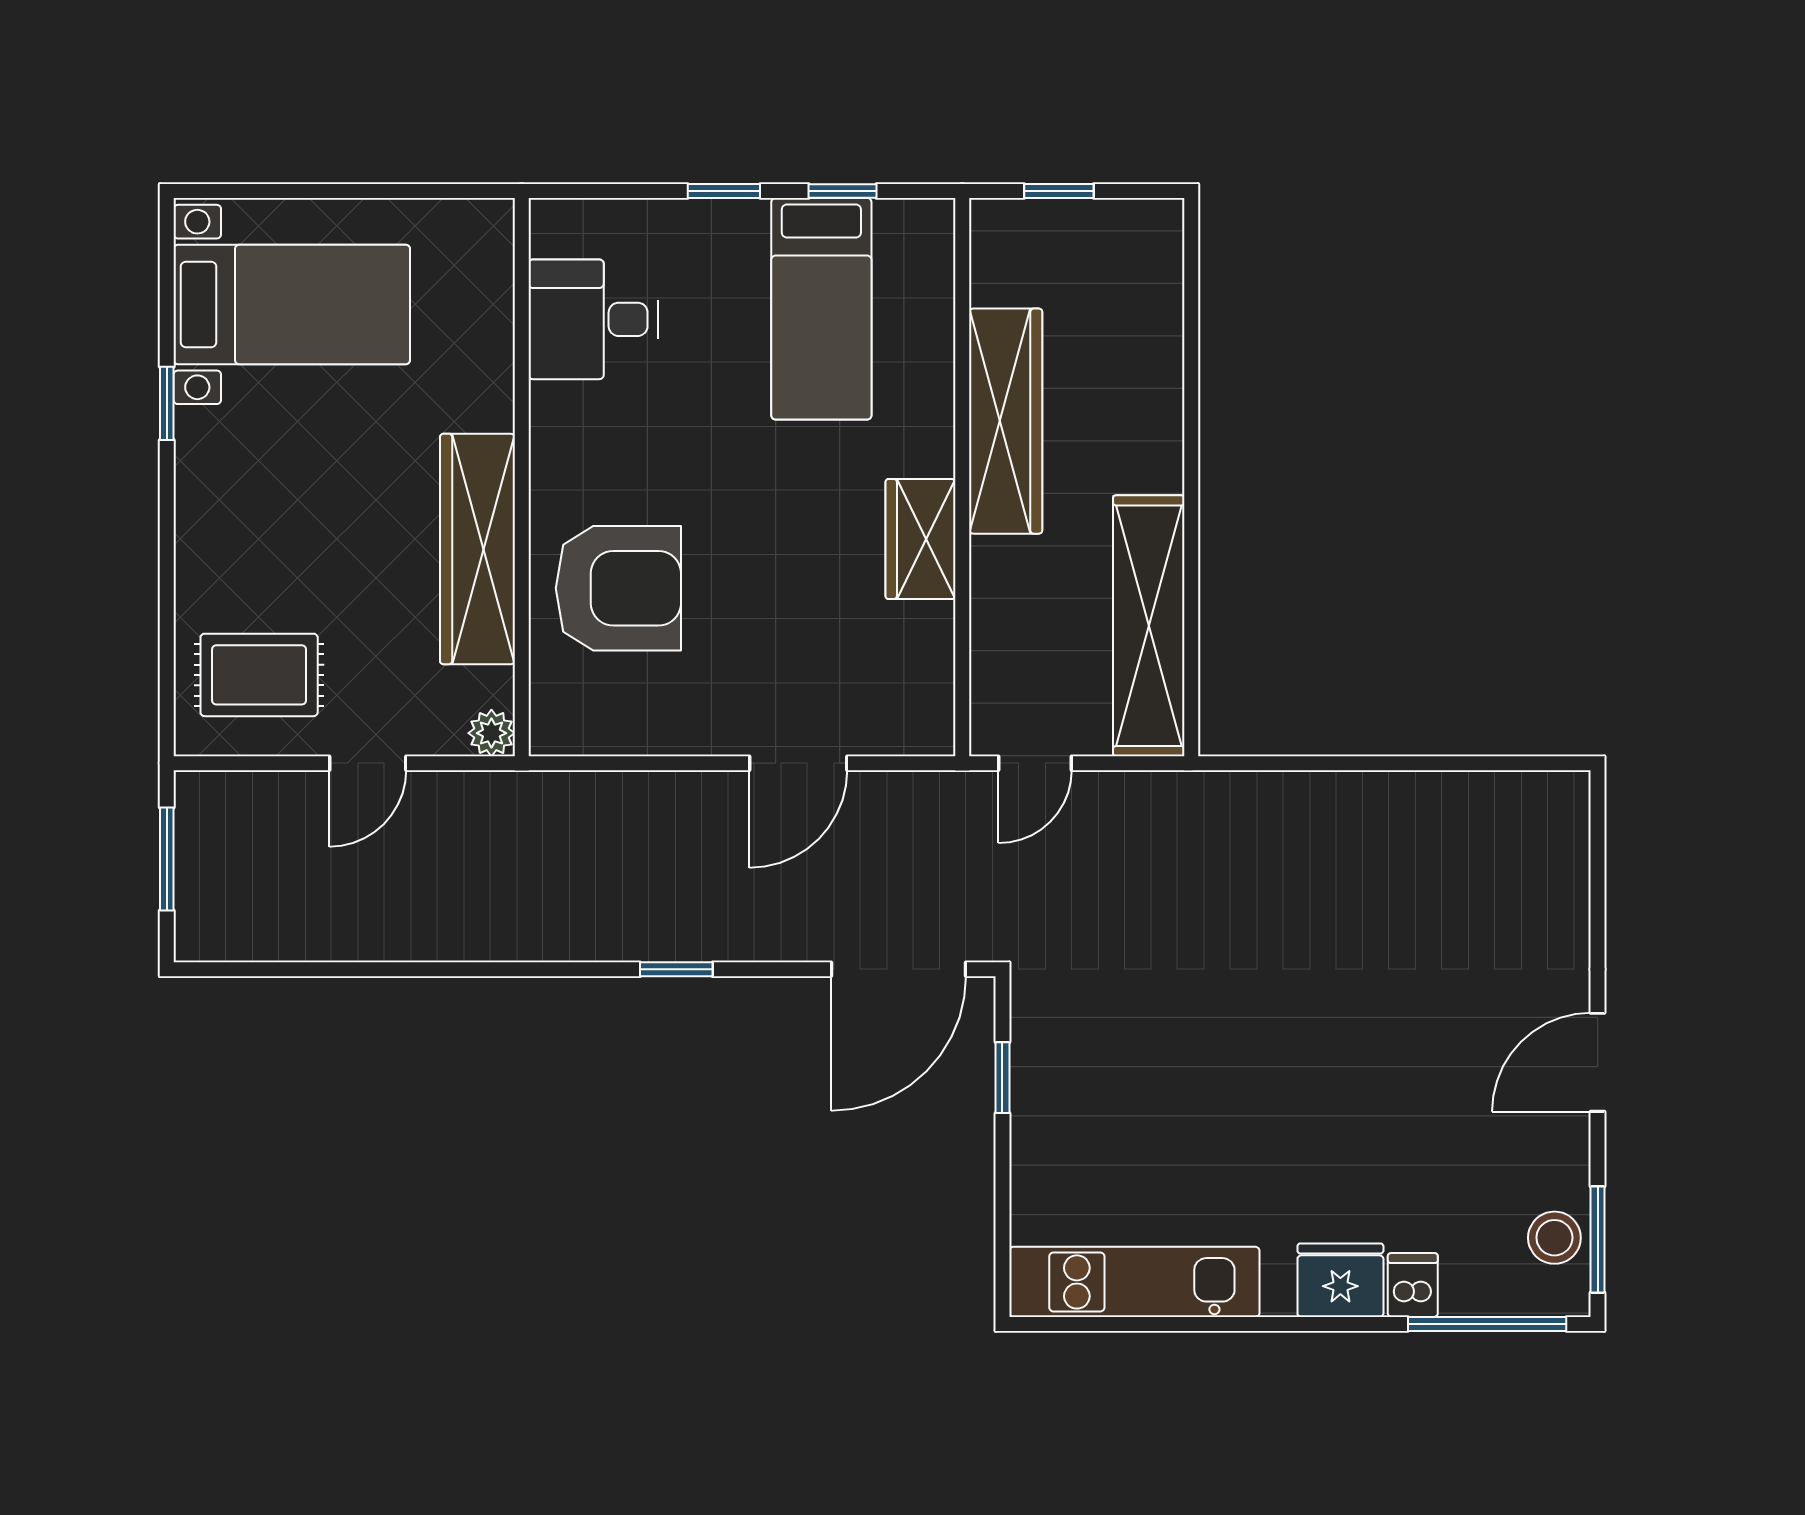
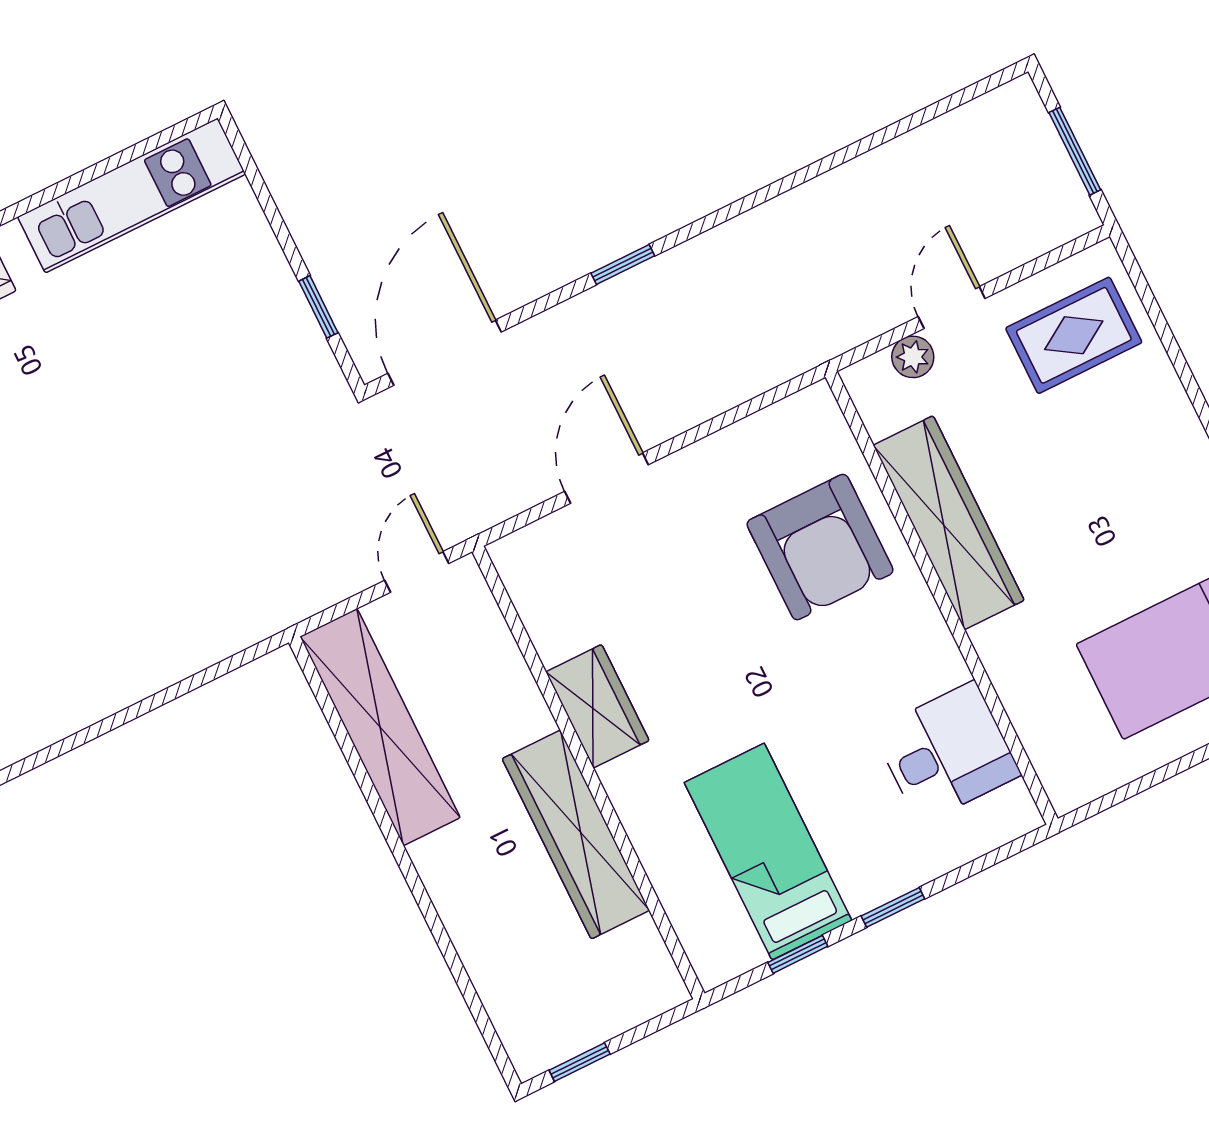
window: (1059, 191) -> (580, 1062), moved
armchair: (618, 588) -> (820, 547), turned -90
plant: (491, 733) -> (913, 357), moved

